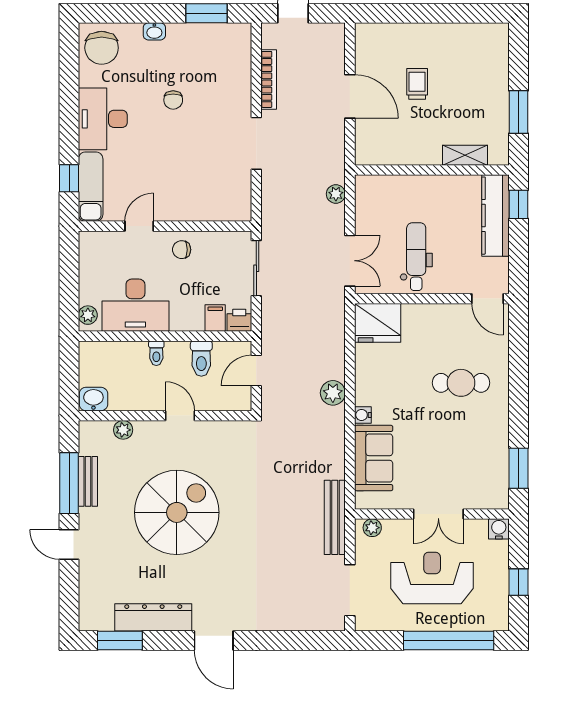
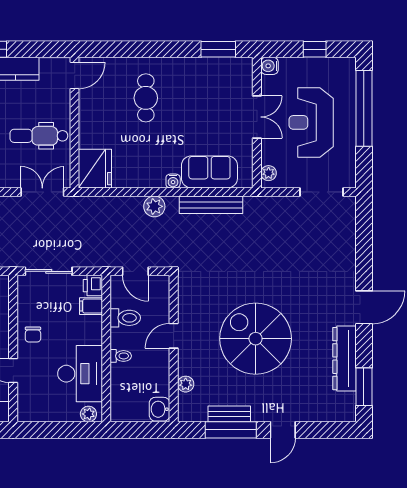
bench: (335, 517) -> (211, 205), moved

